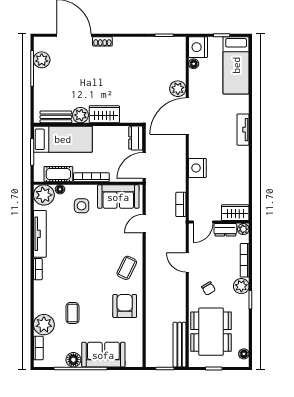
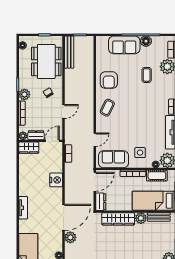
wardrobe: (104, 114) -> (118, 219), width x1.50
door: (187, 263) -> (64, 112), hinge flipped

